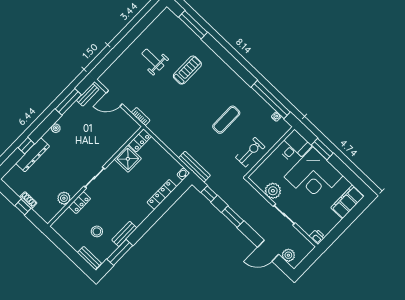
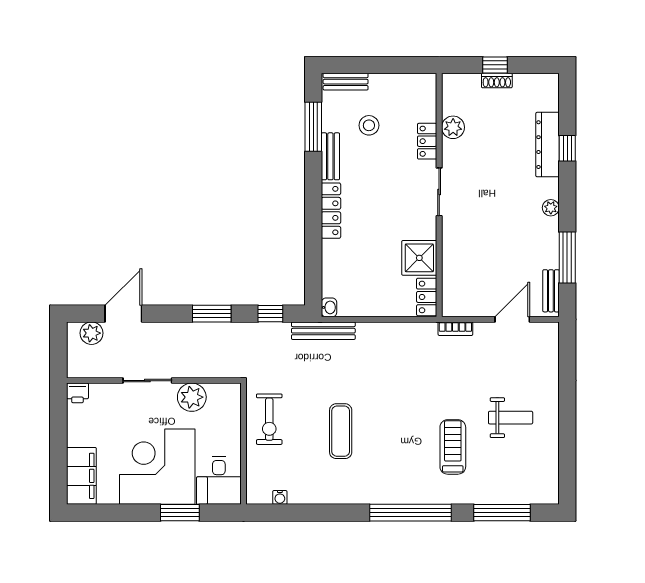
treadmill: (187, 70) -> (453, 447), turned 180
window: (271, 100) -> (410, 513), moved
locker: (162, 194) -> (331, 211), moved

